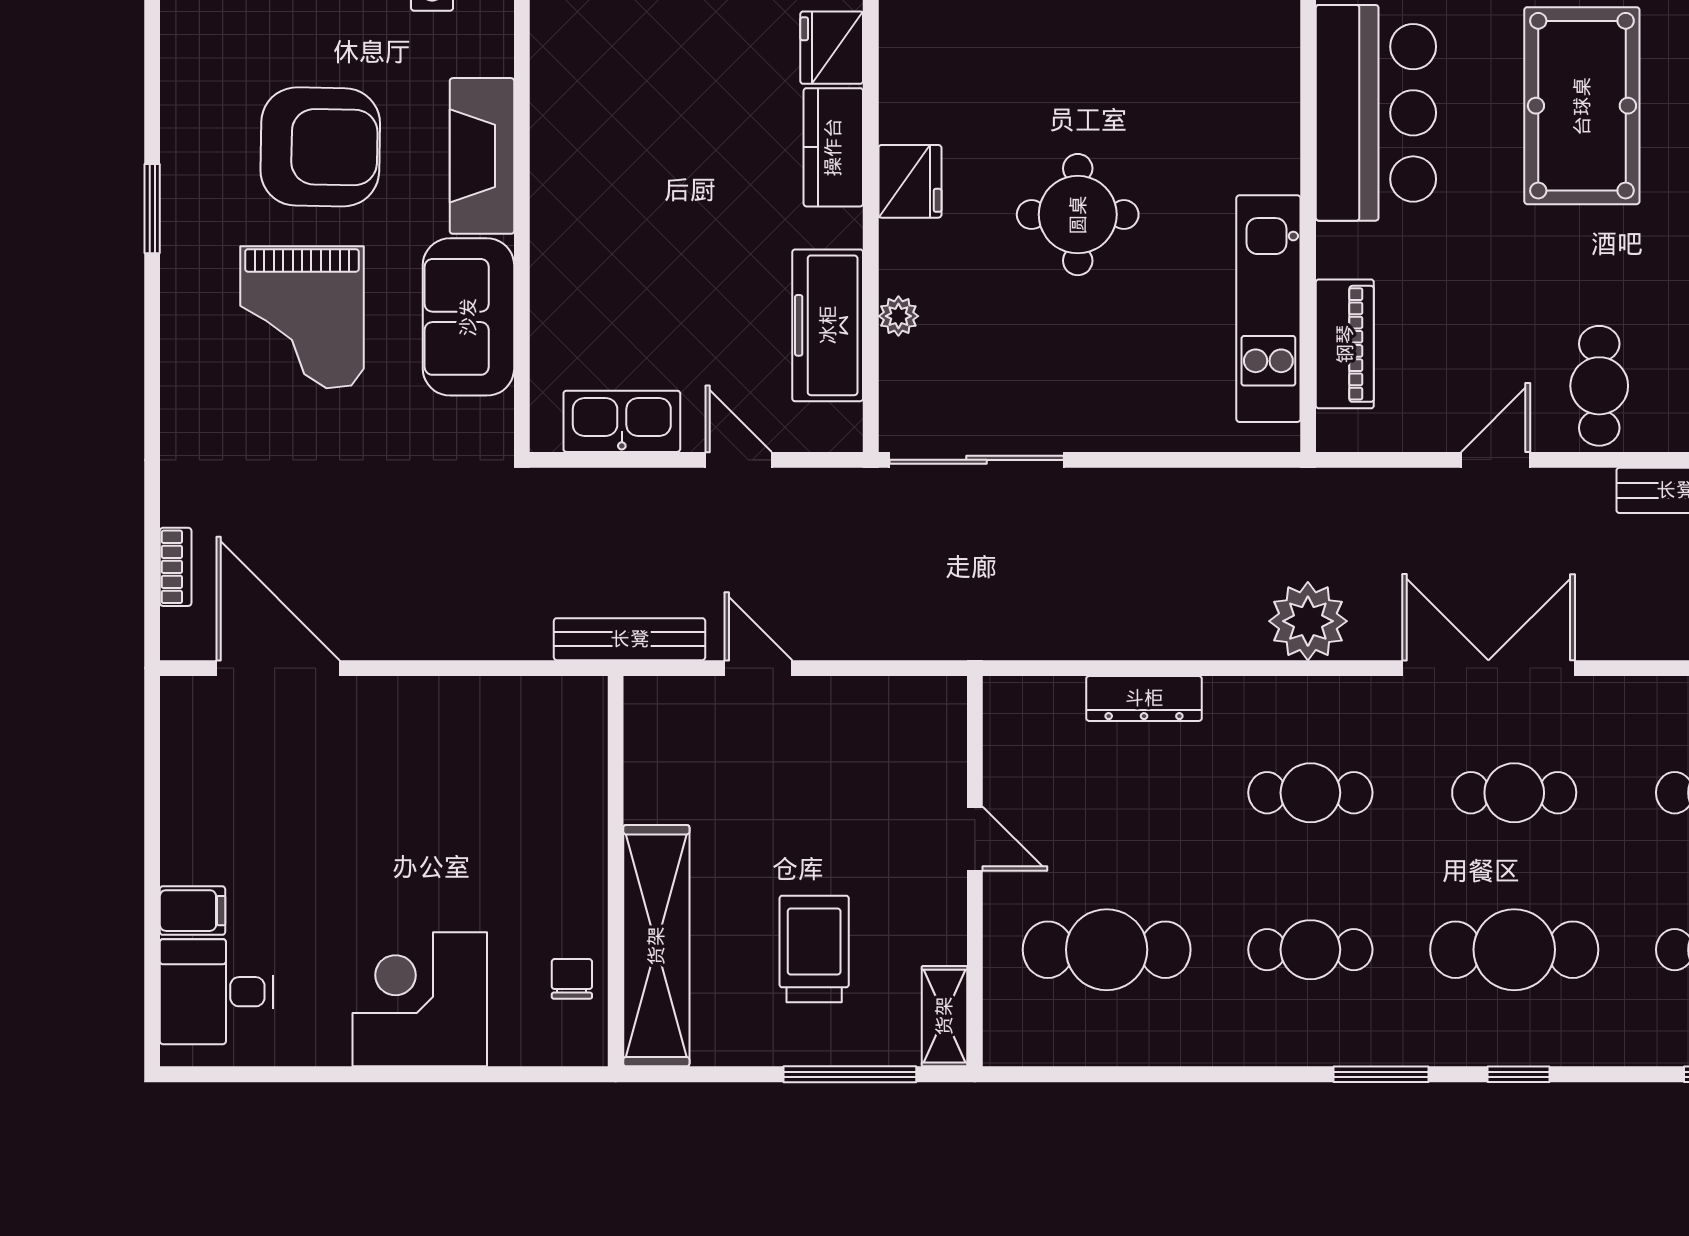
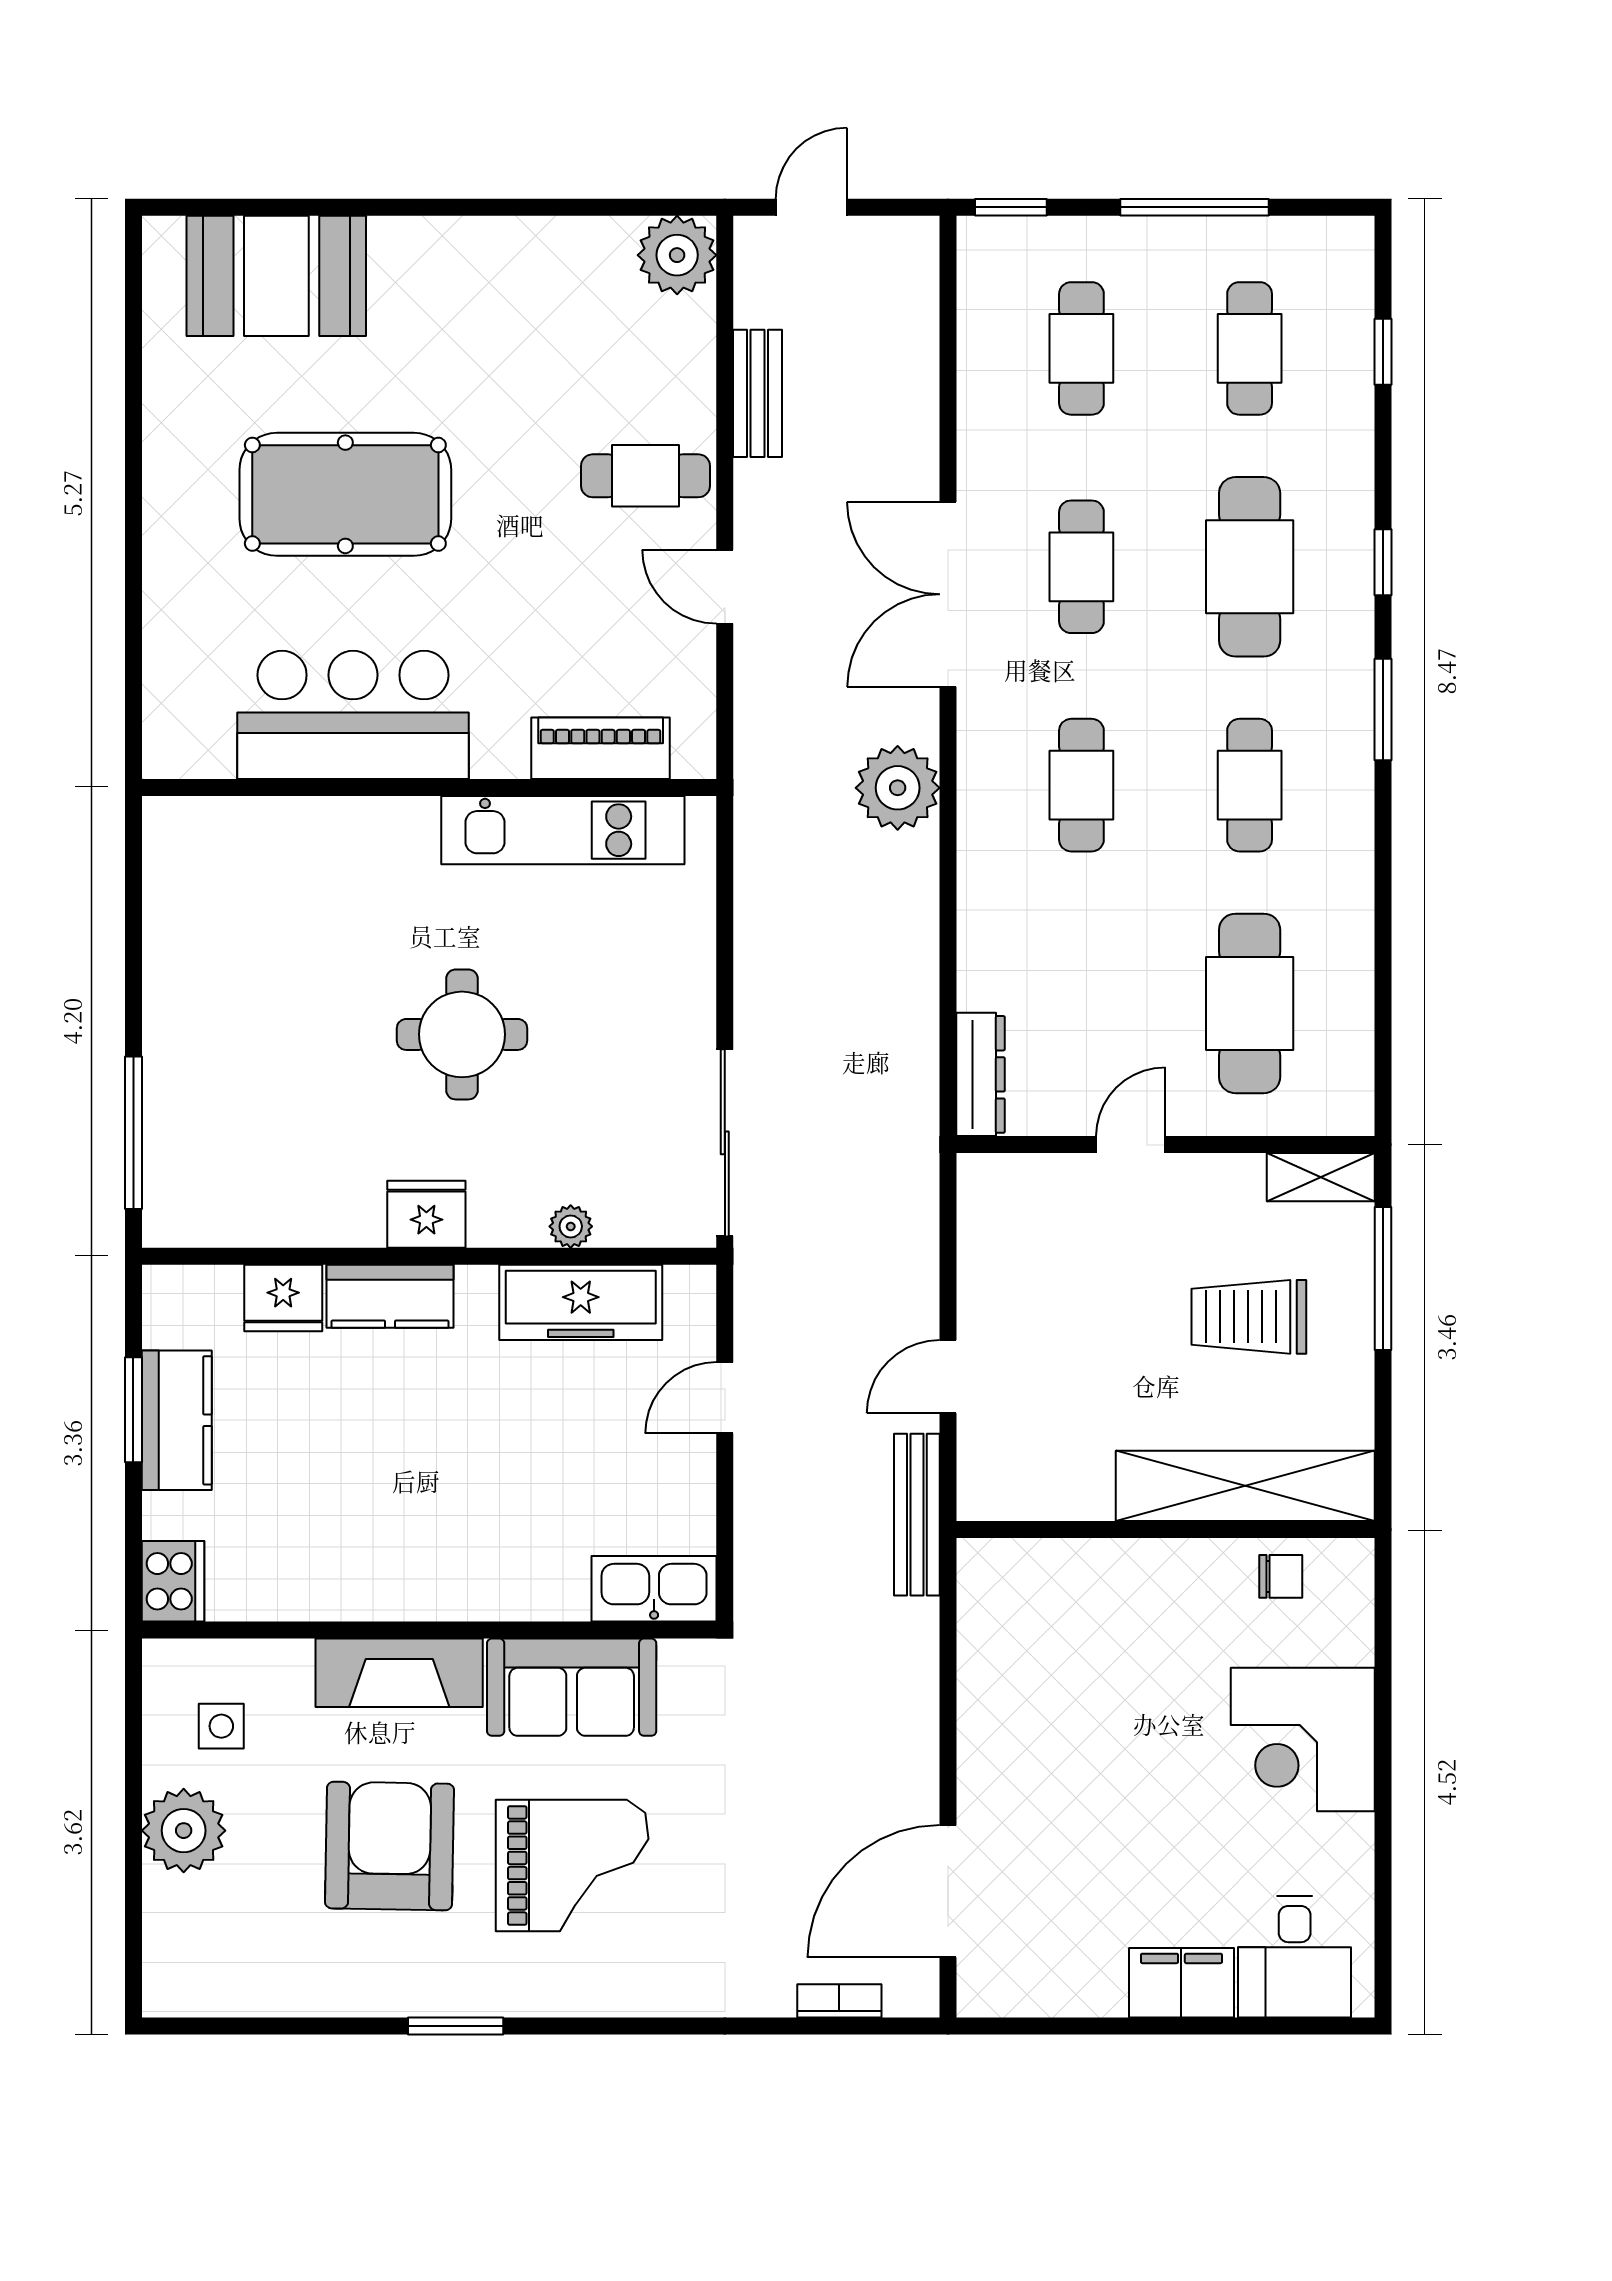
kitchen sink: (622, 421) -> (654, 1589), moved, turned 90
dresser: (1144, 698) -> (980, 1074), moved
filing cabinet: (192, 911) -> (1181, 1983), width x2.00
chair: (572, 979) -> (1281, 1576), turned 180

